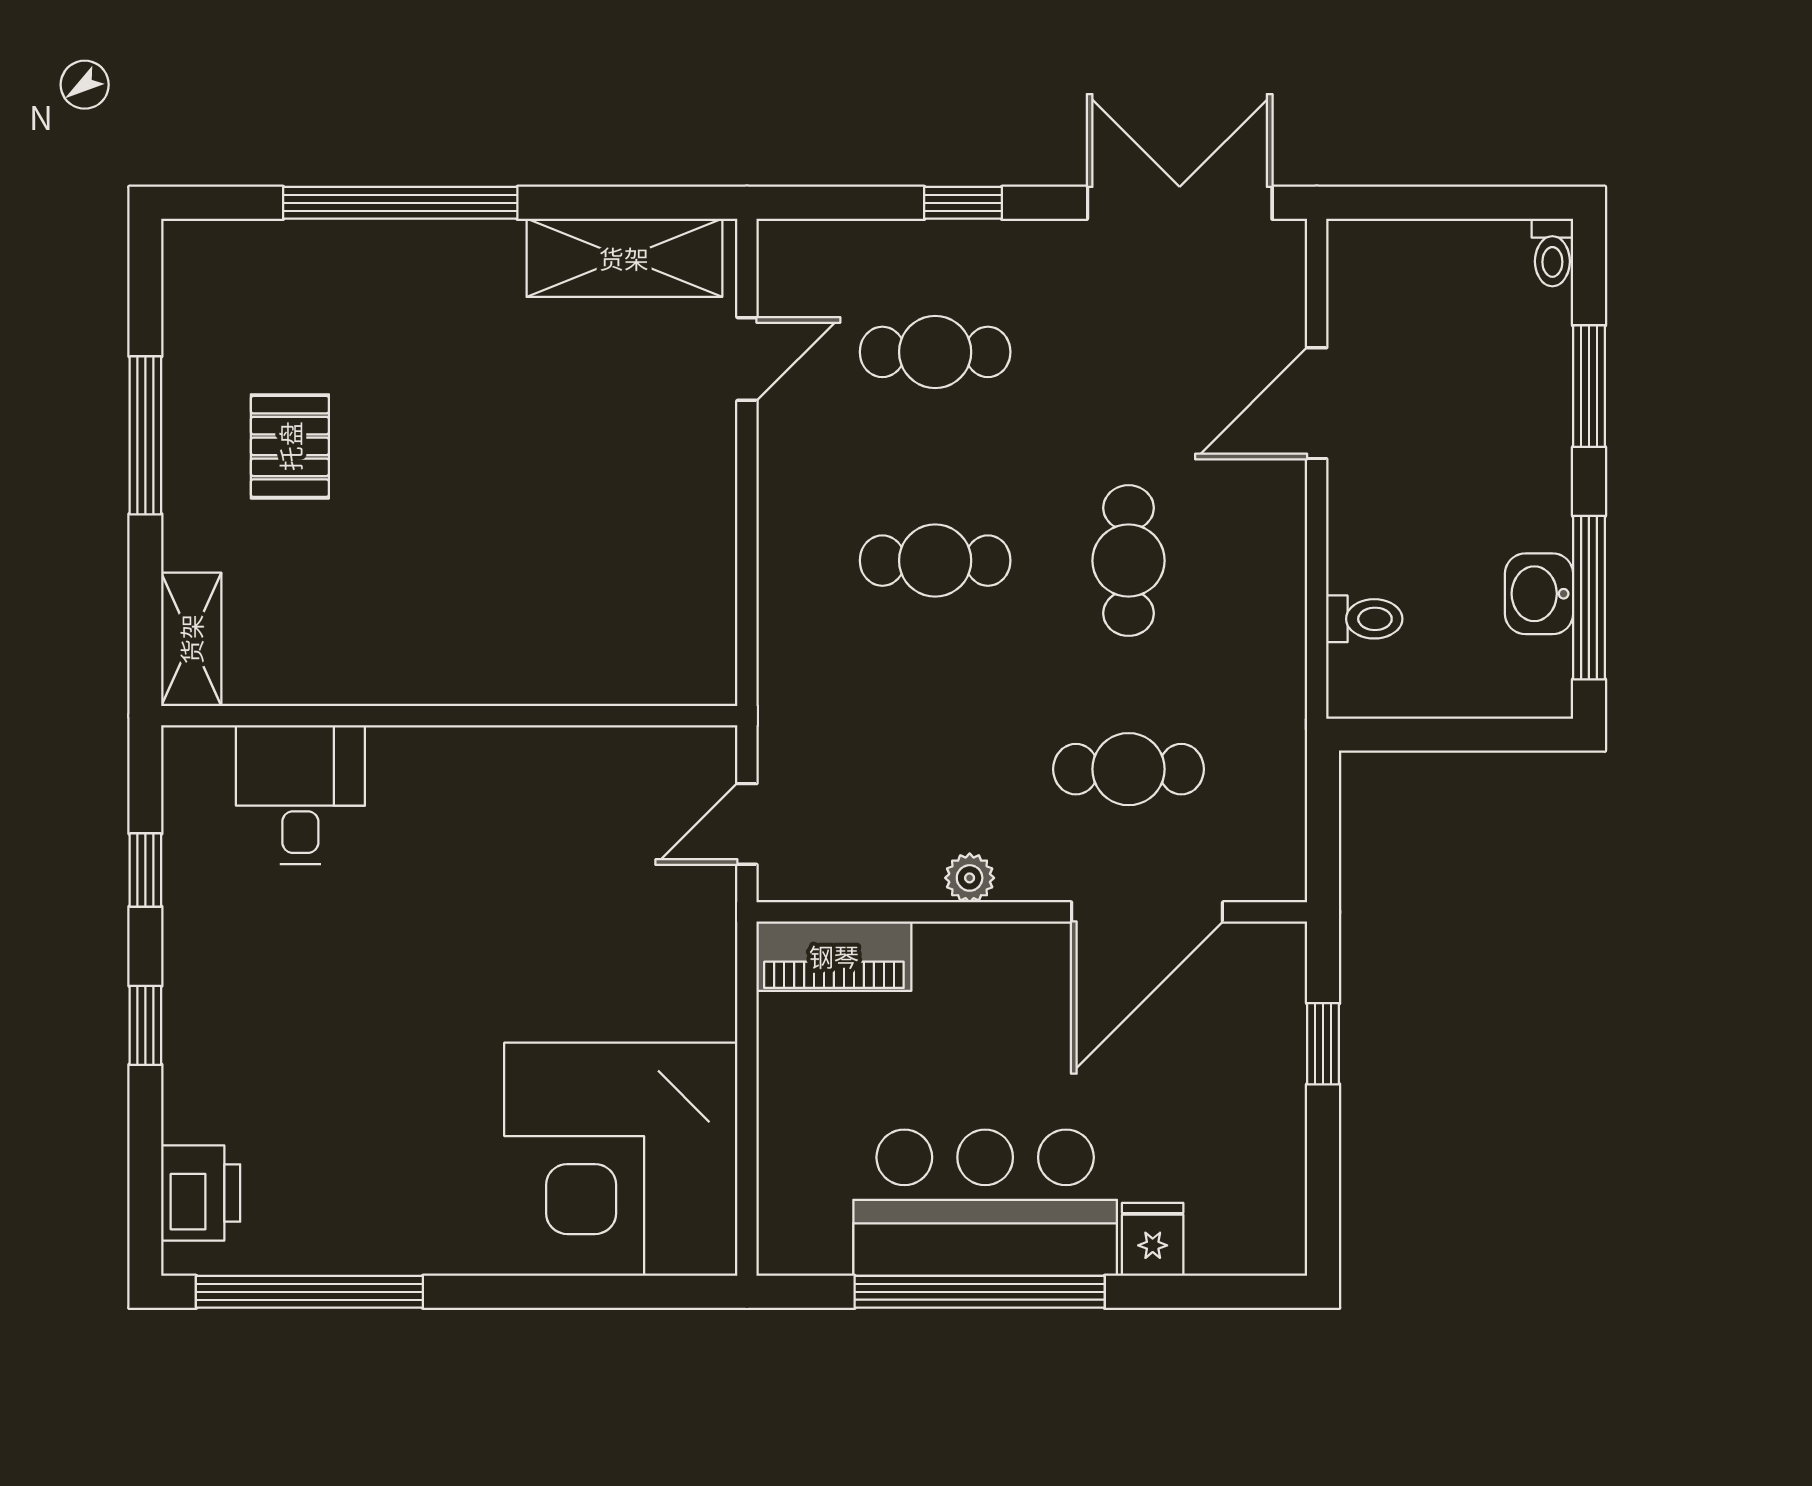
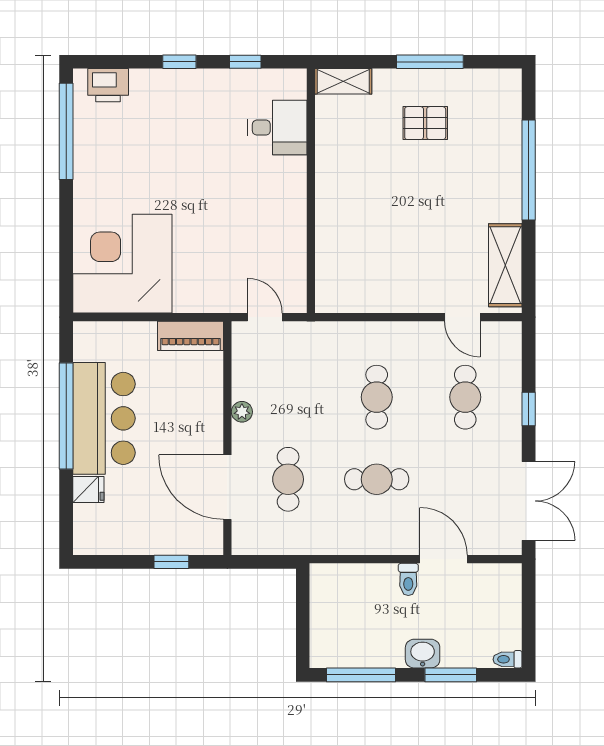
washbasin: (1539, 594) -> (423, 654), moved
toilet: (1364, 619) -> (408, 579), moved
piano: (834, 956) -> (190, 336), moved, turned -90

